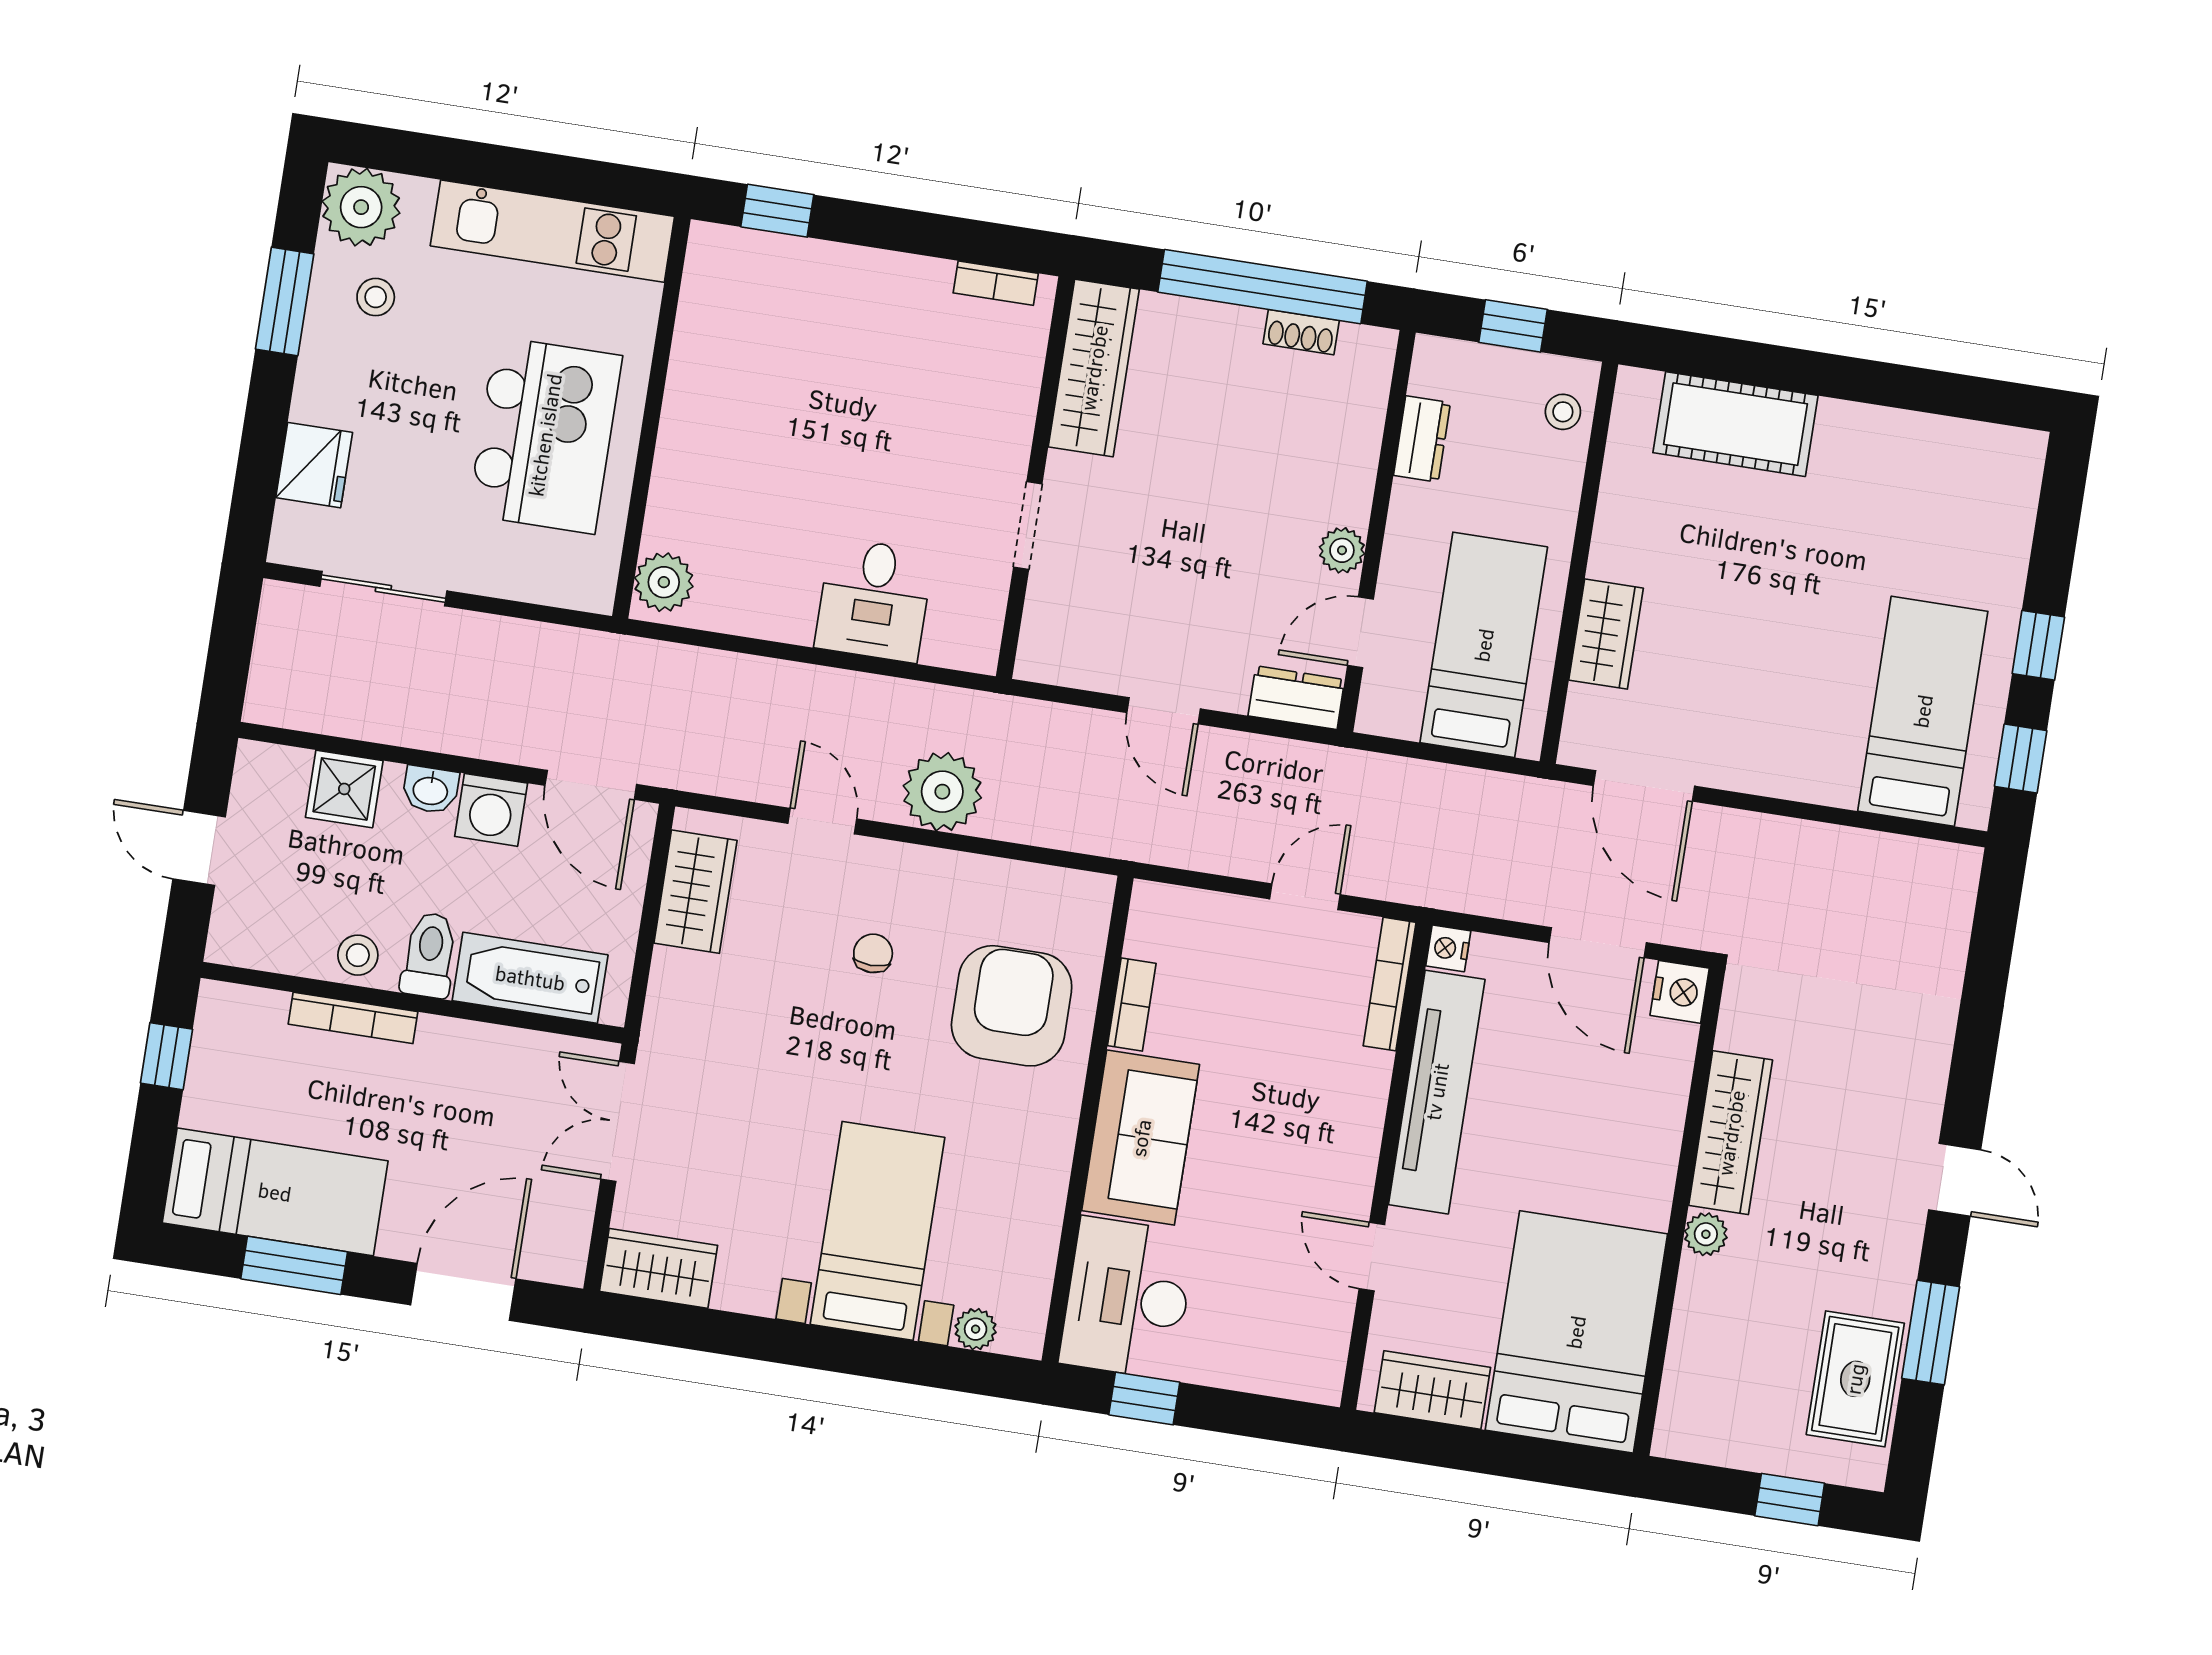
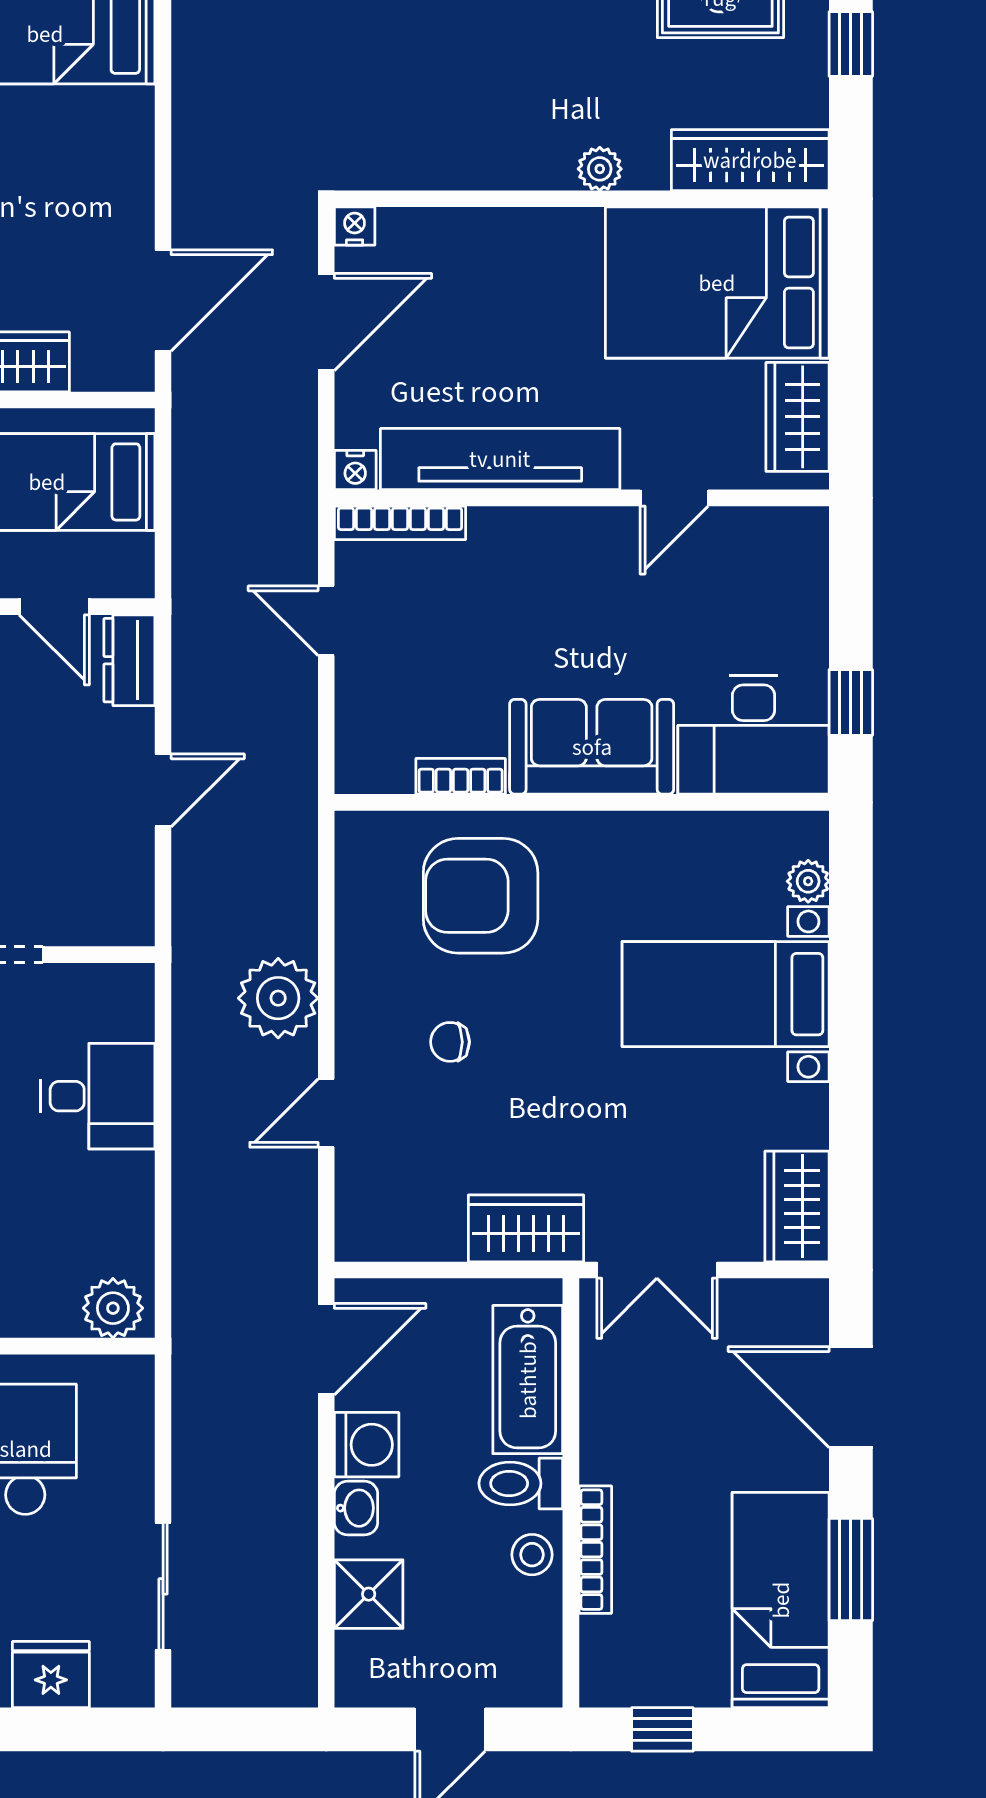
wardrobe: (695, 892) -> (526, 1228), moved
nightstand: (1680, 992) -> (355, 226), width x0.72, depth x0.74
wardrobe: (1731, 1133) -> (750, 160), moved

